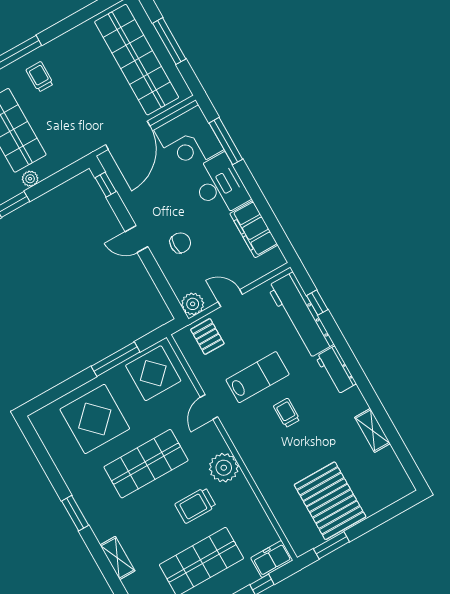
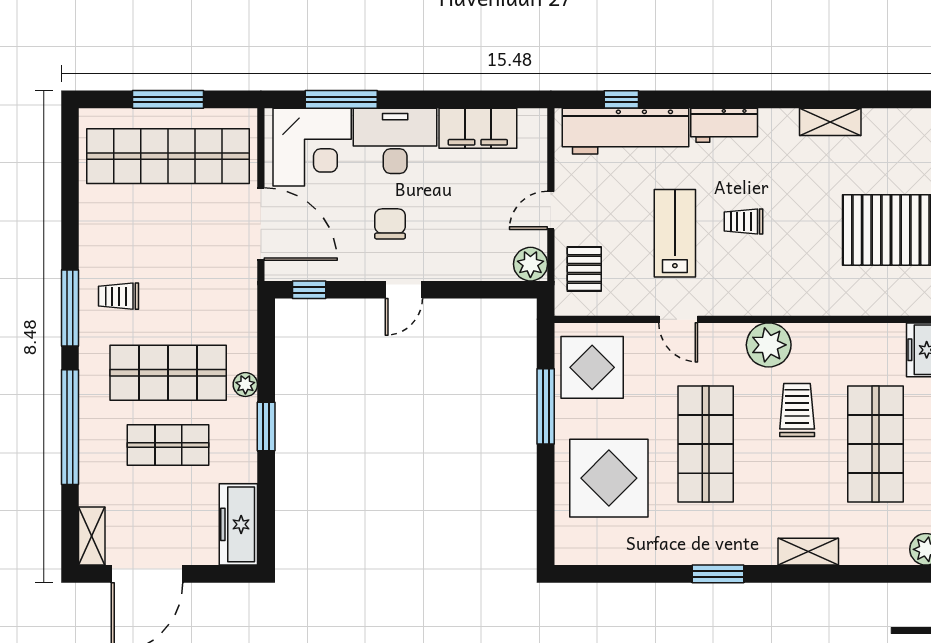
chair: (180, 243) -> (390, 224), moved
pallet: (207, 337) -> (584, 269), turned 90
trolley: (195, 505) -> (797, 410), turned 180

